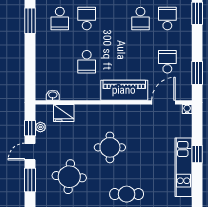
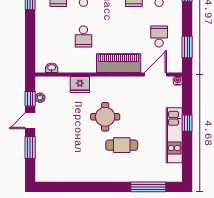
fridge: (64, 113) -> (80, 85), moved
round table: (69, 177) -> (67, 144), removed
cafe table: (127, 194) -> (122, 145), moved

